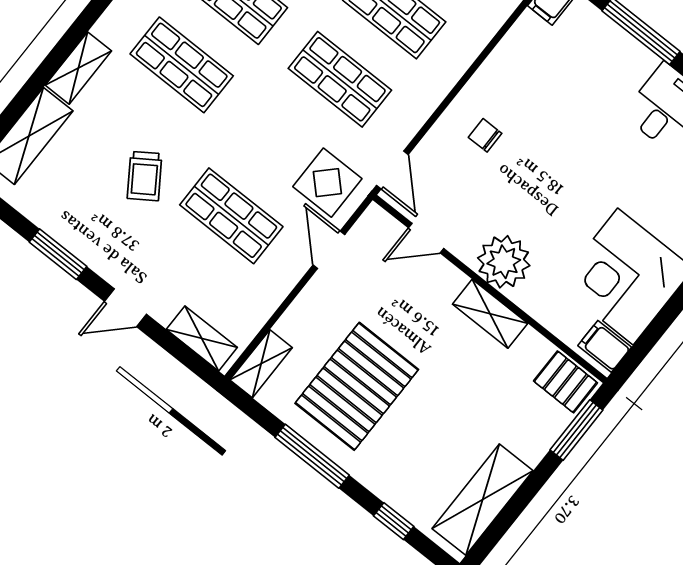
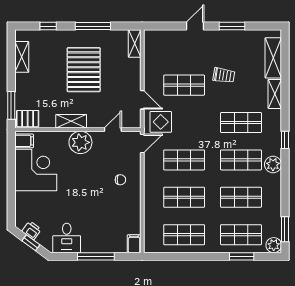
door: (392, 170) -> (142, 143), swing flipped
trolley: (145, 176) -> (224, 75), turned 133
shelving: (202, 338) -> (161, 36), removed
pallet: (357, 386) -> (84, 70), moved
shelving: (483, 500) -> (22, 57), width x0.67, depth x0.75

